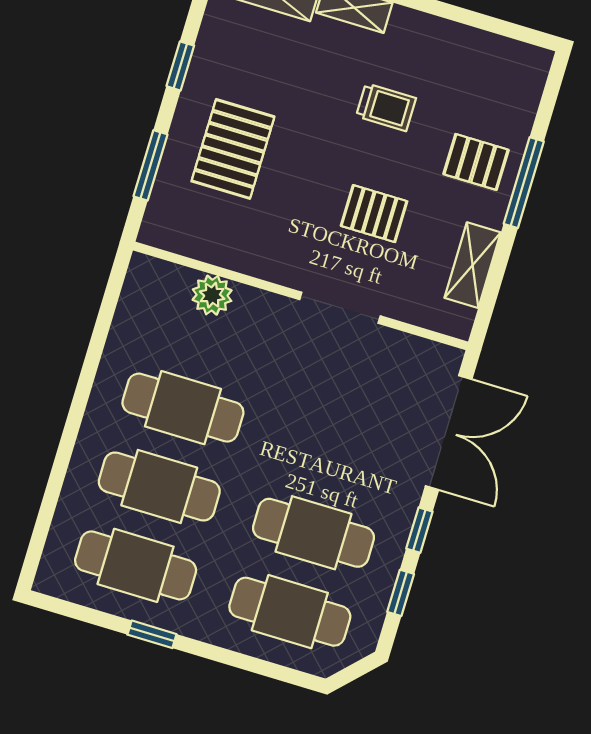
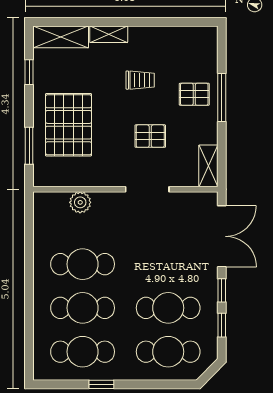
window: (180, 66) -> (29, 72), moved
pallet: (233, 149) -> (69, 125), width x1.37, depth x1.41
shelving: (473, 265) -> (208, 166), moved

